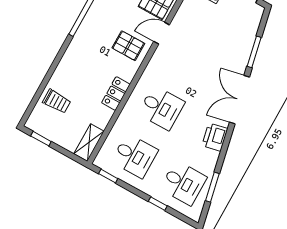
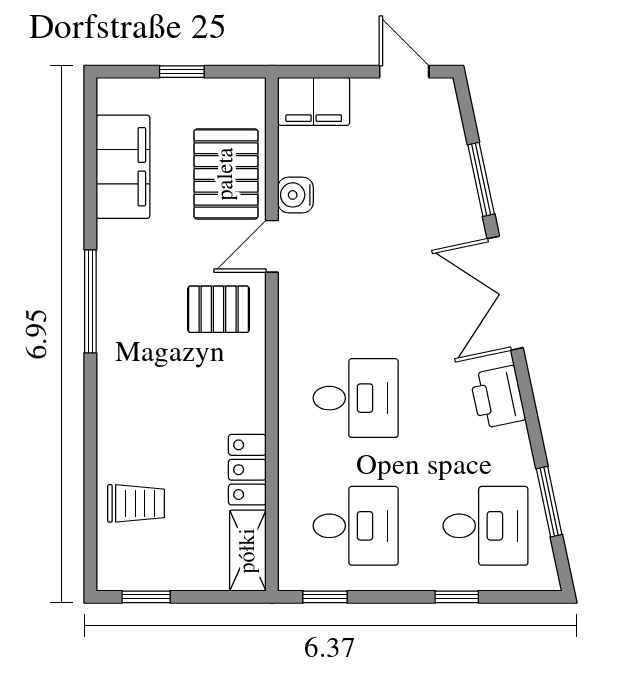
water cooler: (181, 19) -> (296, 195), added
locker: (116, 94) -> (247, 470), moved

